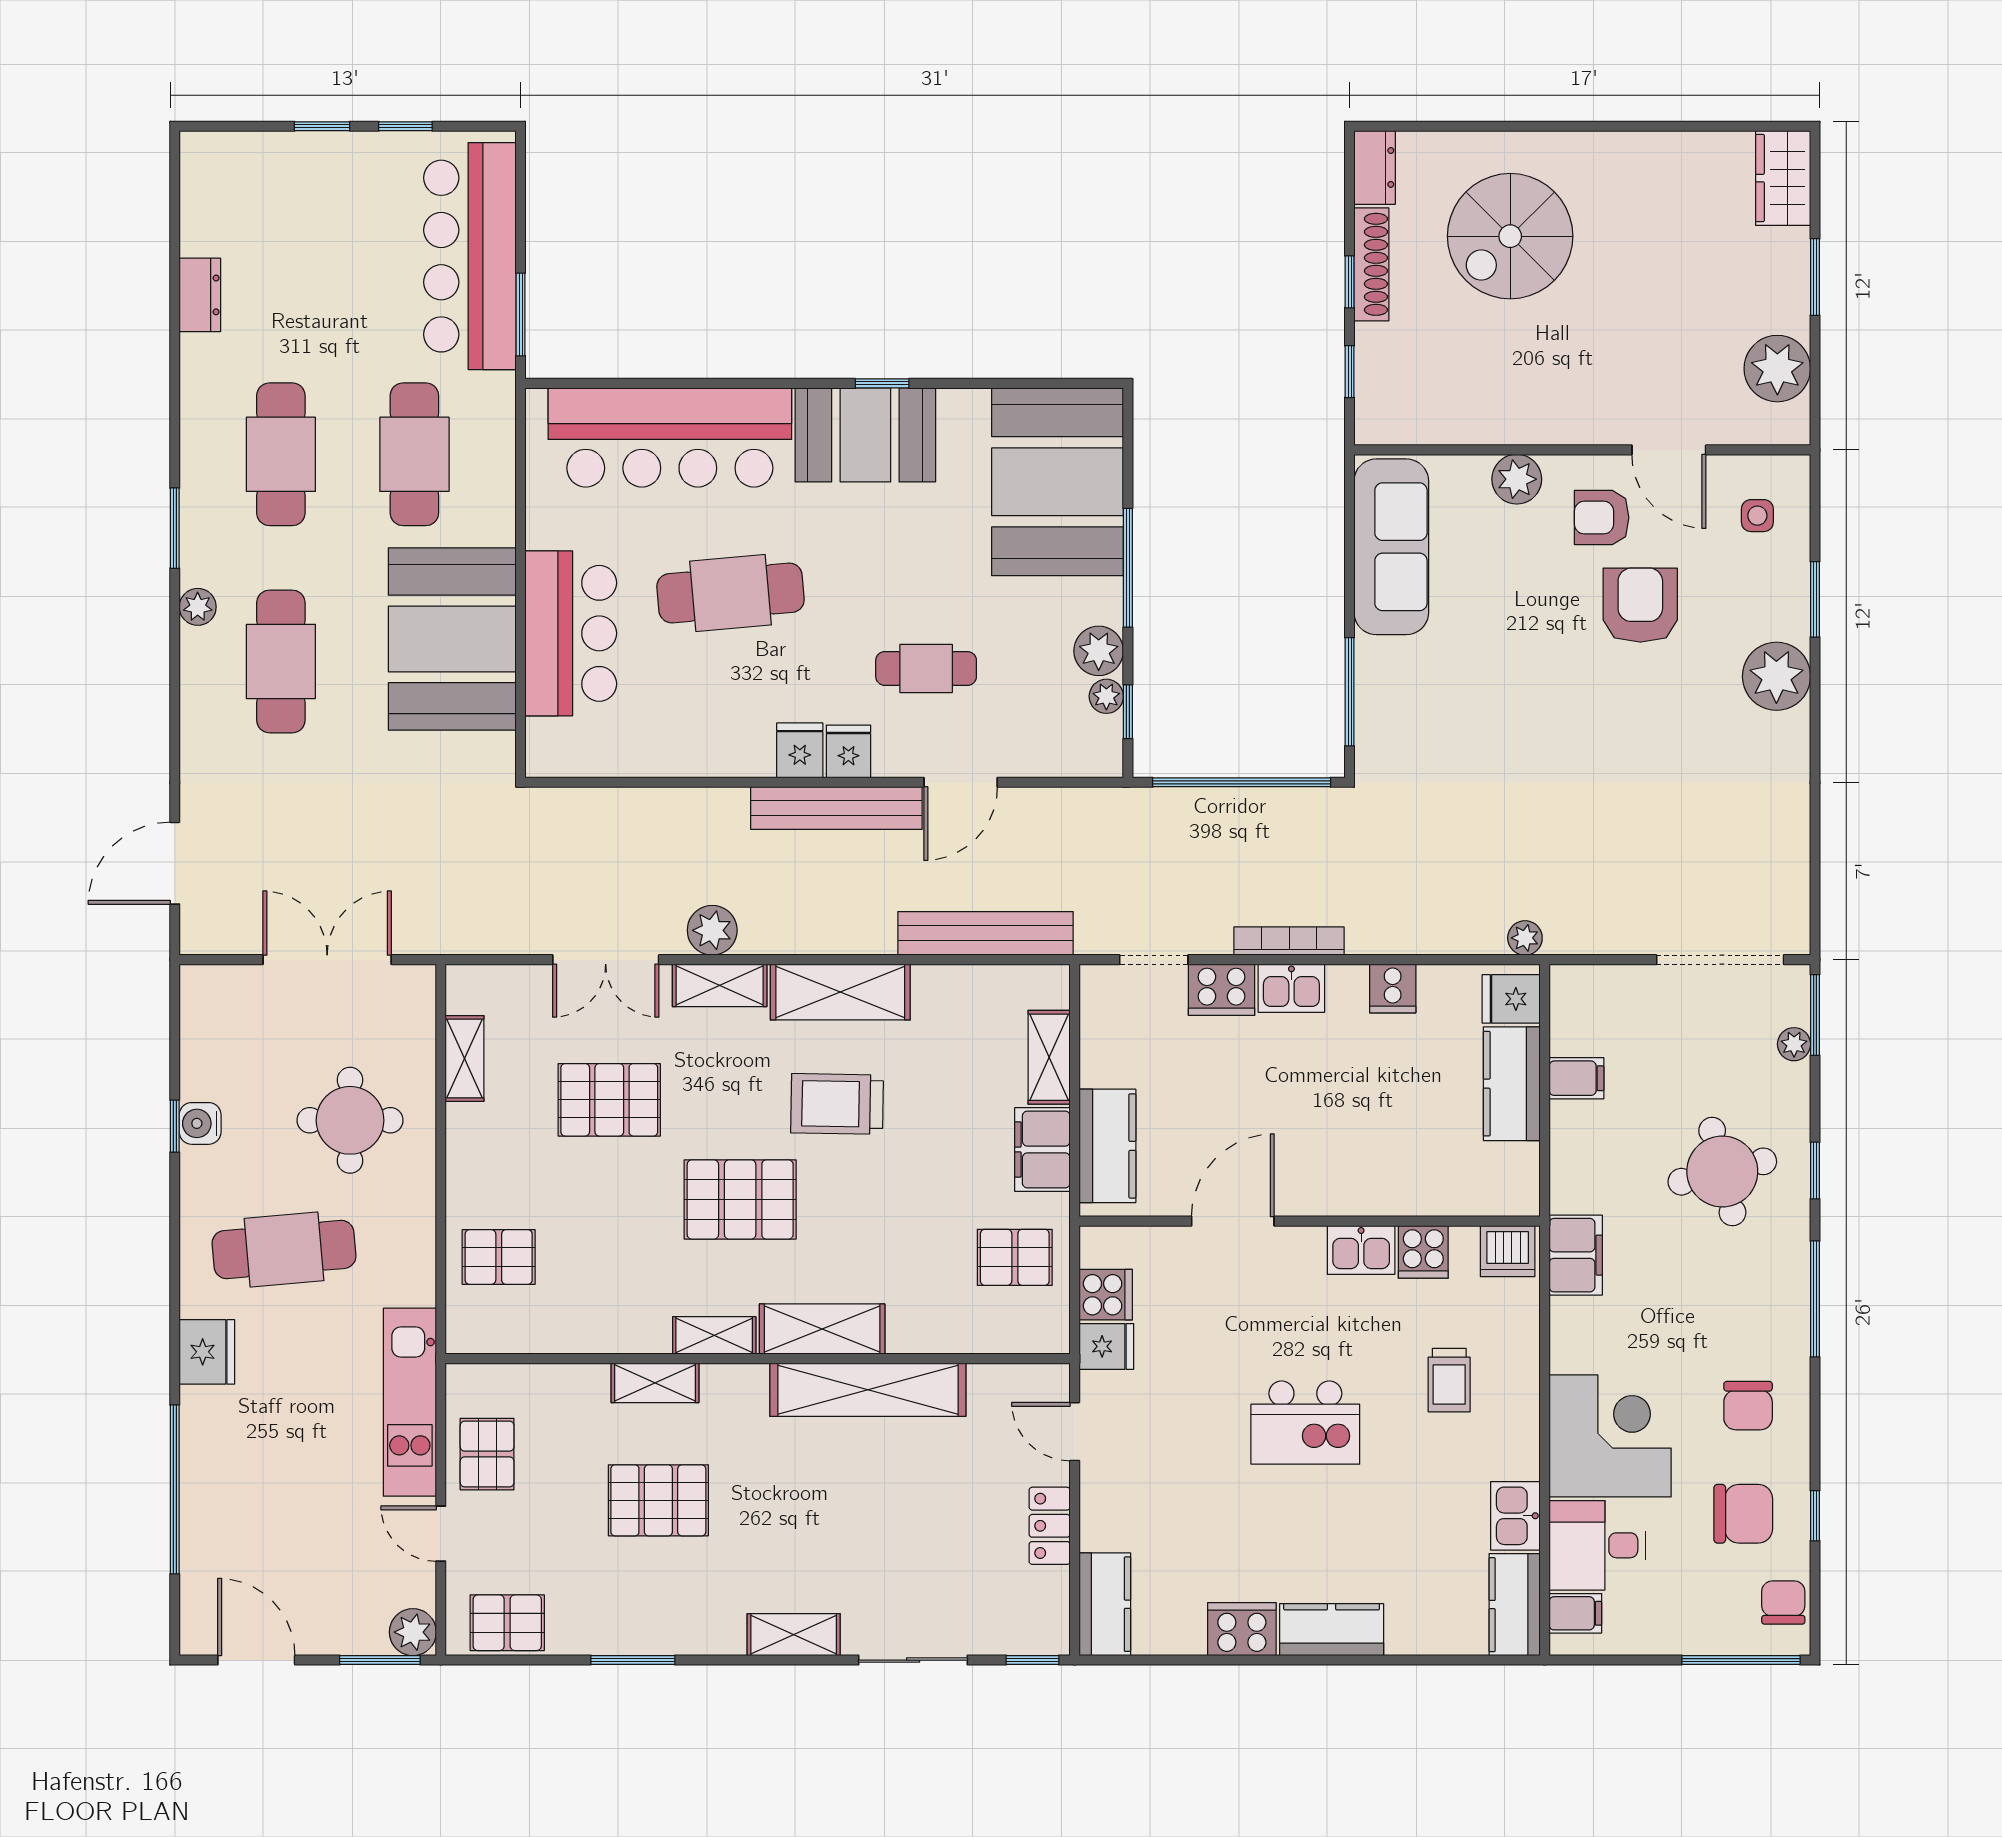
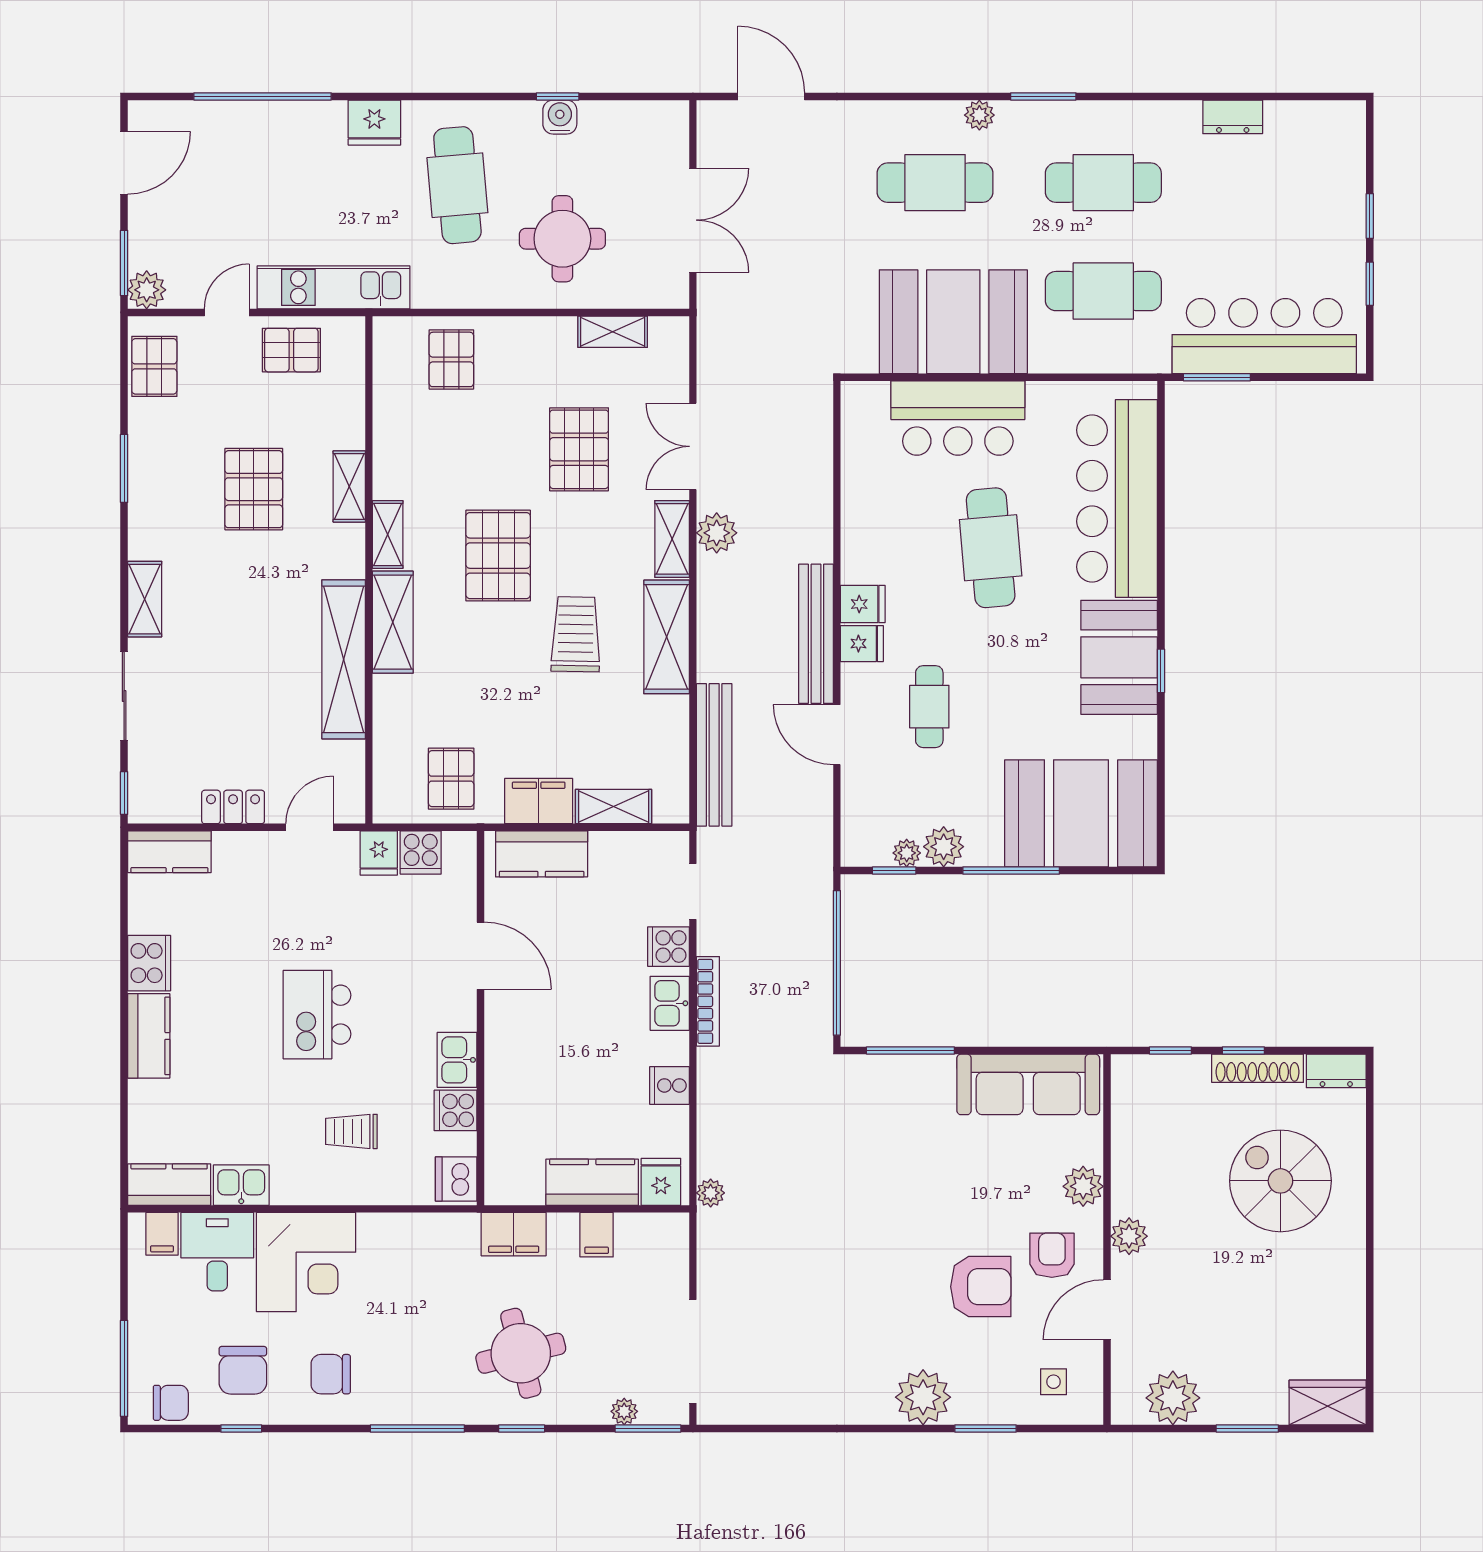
plant: (1578, 423) -> (1129, 1236), added
cooker: (1222, 990) -> (668, 947), width x0.73
filing cabinet: (1576, 1255) -> (514, 1234), moved

